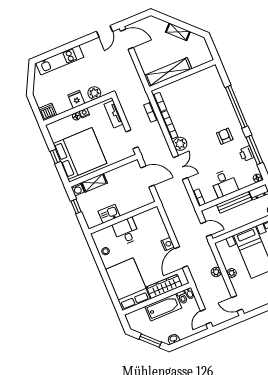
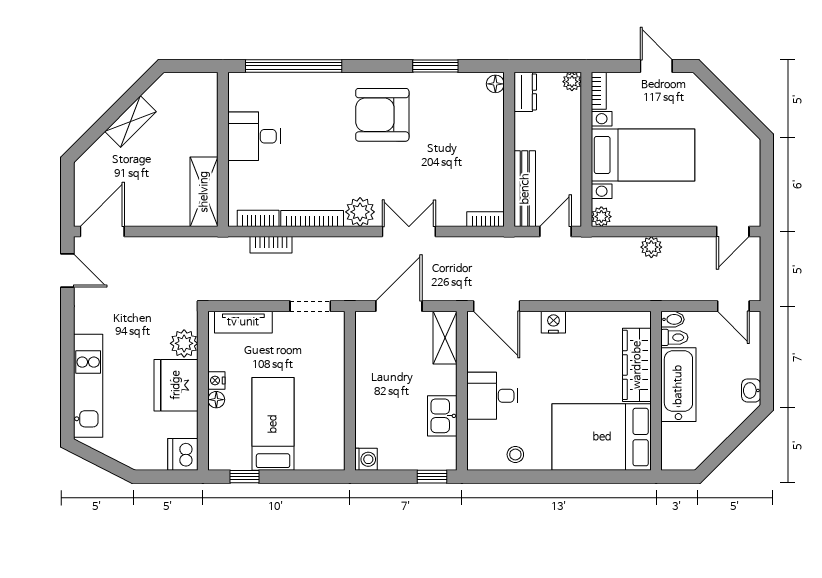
shelving: (168, 72) -> (204, 192), width x0.68
fridge: (76, 99) -> (176, 385), width x1.88, depth x1.34
window: (236, 107) -> (294, 66), moved
armchair: (225, 136) -> (382, 115), width x1.88, depth x1.88
window: (254, 150) -> (435, 66), width x0.69
bed: (80, 153) -> (273, 424), width x0.49
printer: (247, 154) -> (436, 85), removed
window: (55, 156) -> (245, 477), moved
shelving: (94, 183) -> (445, 338), moved
desk: (224, 183) -> (254, 136), moved, turned 180
bench: (234, 202) -> (525, 189), moved
window: (76, 206) -> (432, 477), moved
door: (181, 257) -> (497, 306), moved
plant: (232, 273) -> (601, 217), moved
window: (150, 341) -> (735, 439), removed

